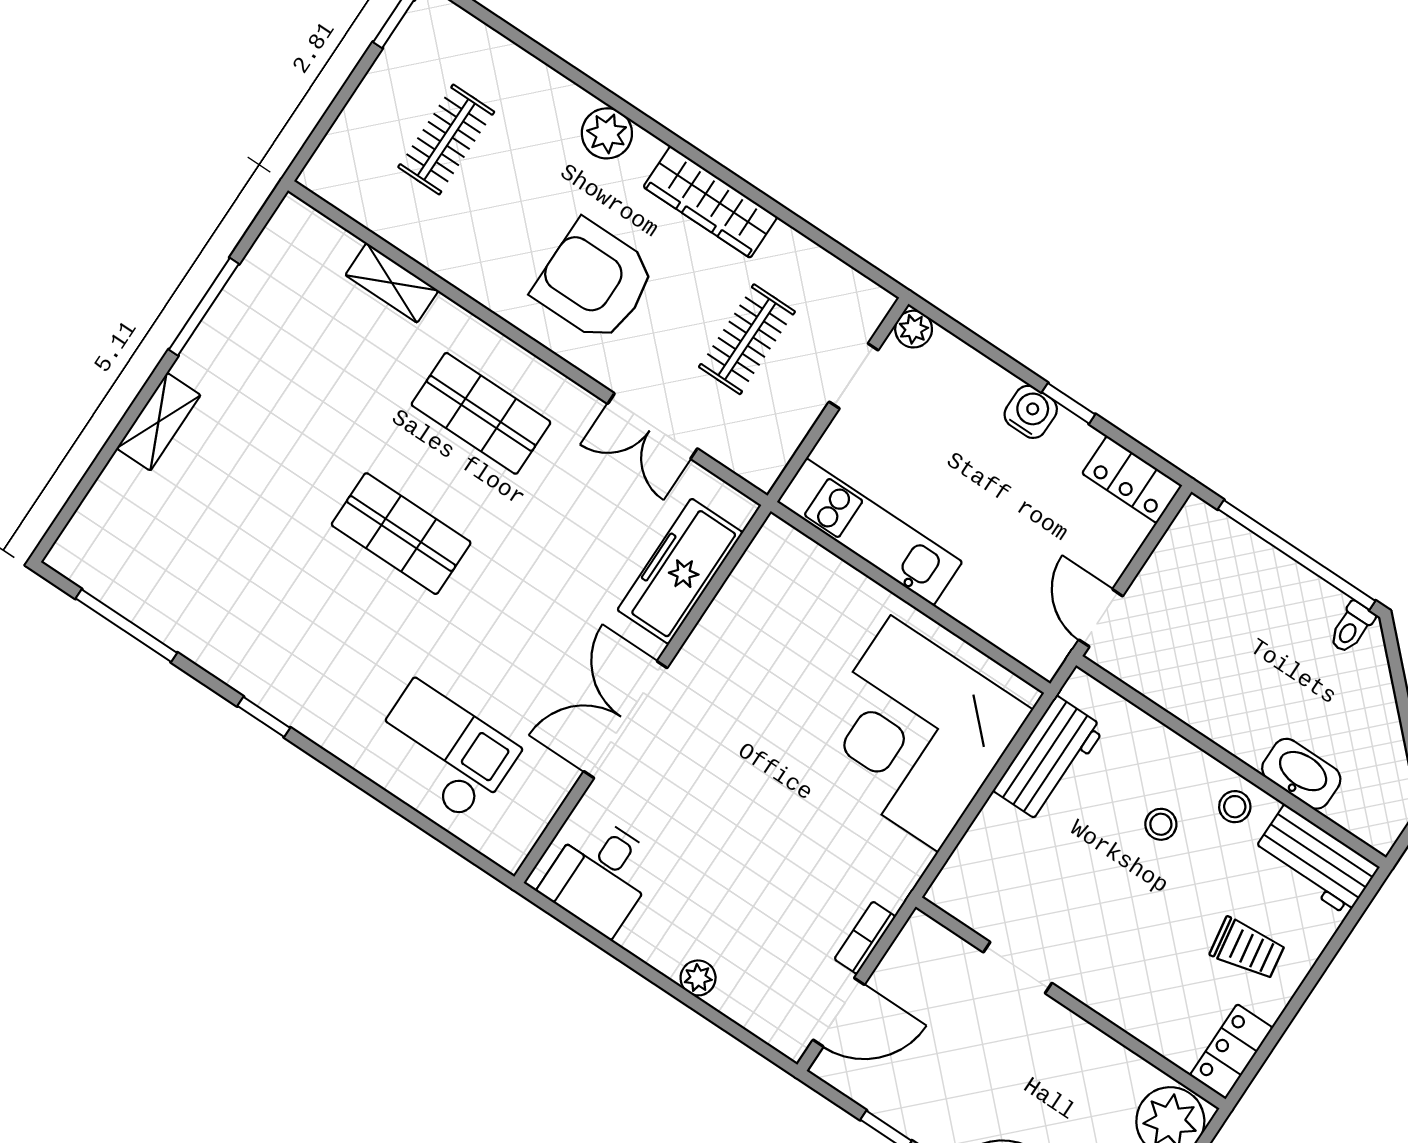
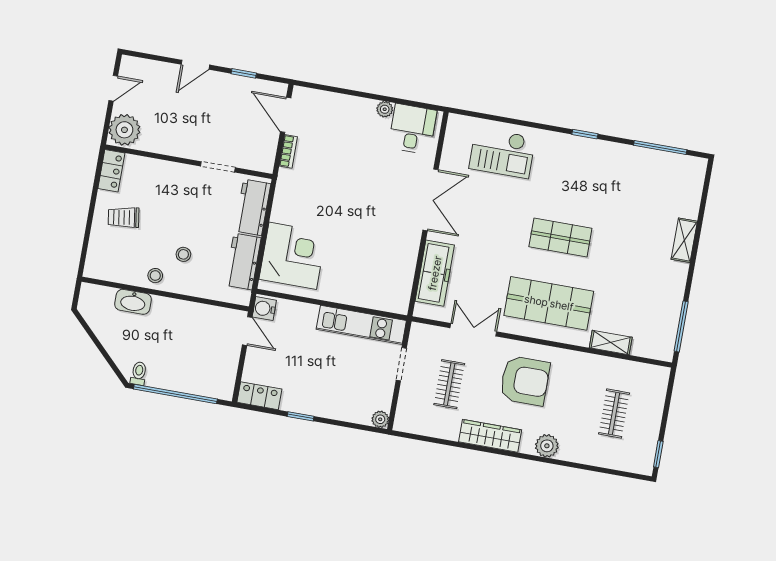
window: (204, 307) -> (681, 326), moved
doorway: (854, 376) -> (401, 364), moved
water cooler: (1031, 412) -> (264, 309), moved, turned 90
shop shelf: (481, 413) -> (549, 303), width x1.43, depth x1.36
corner desk: (914, 734) -> (293, 256), width x0.74, depth x0.74
workbench: (1316, 860) -> (253, 207), moved, turned -90
plant: (698, 978) -> (385, 109), moved
door: (839, 1012) -> (286, 115), hinge flipped

